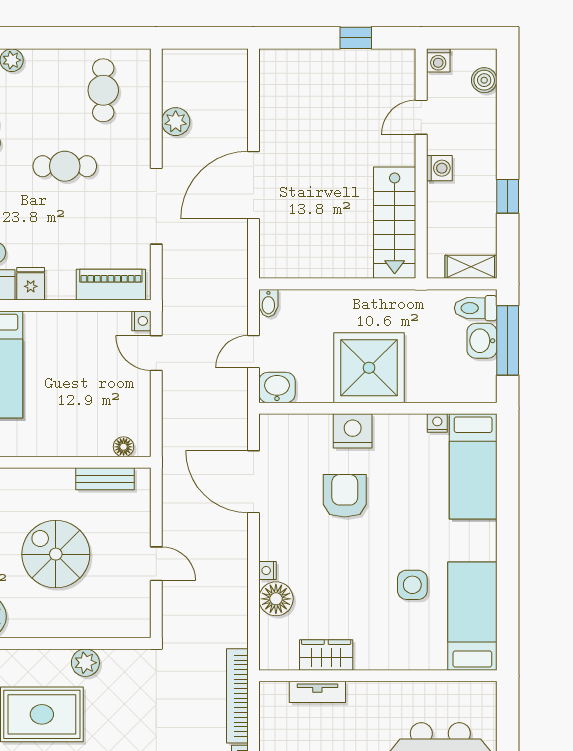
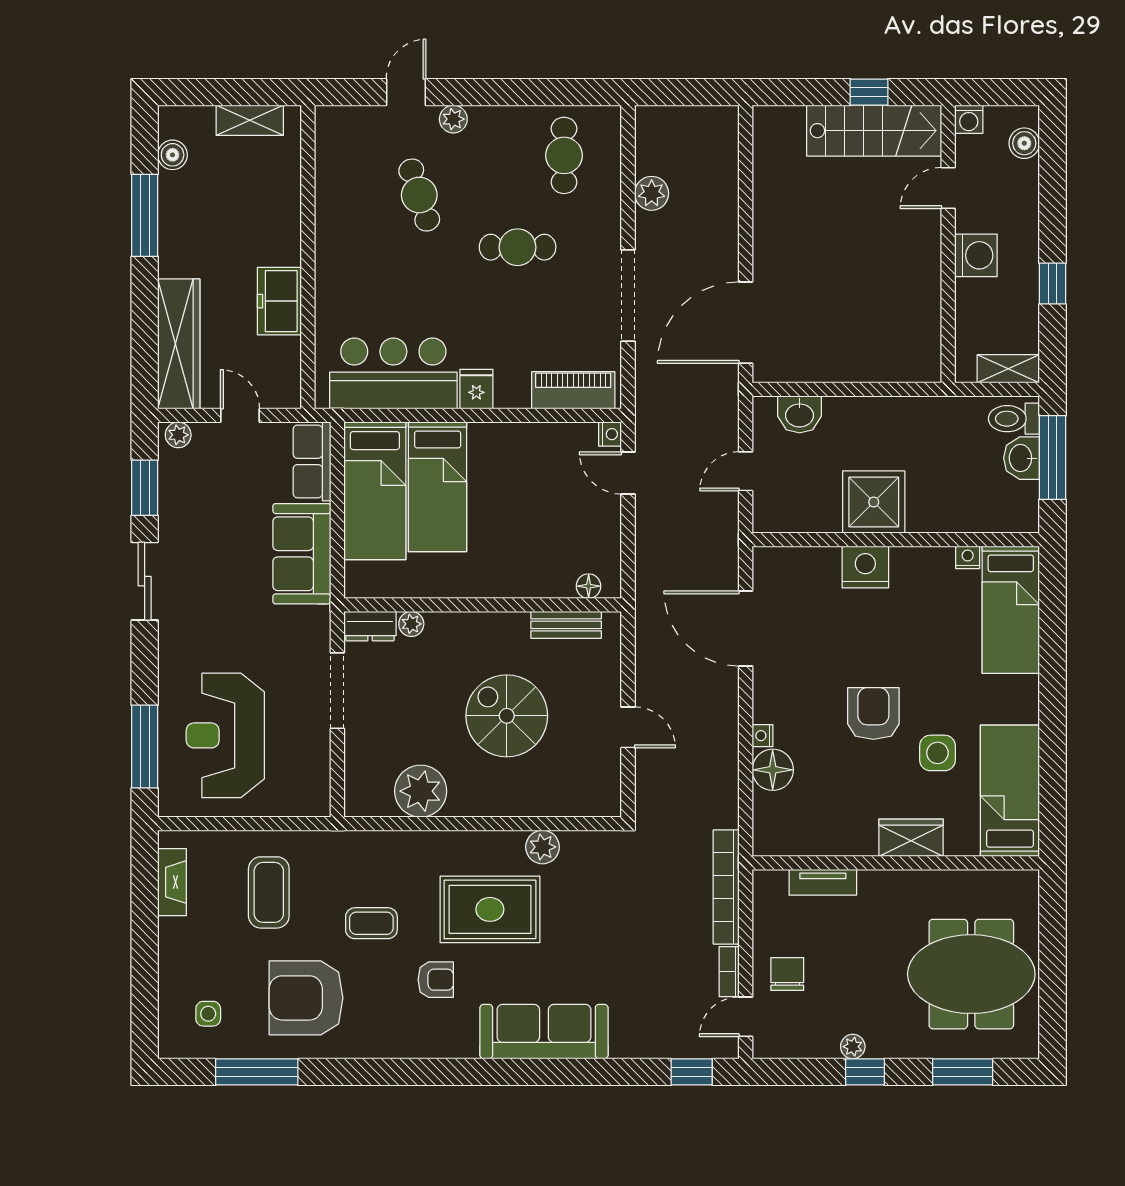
washing machine: (439, 168) -> (976, 255), width x1.38, depth x1.38
door: (253, 185) -> (746, 323), moved
stairs: (395, 223) -> (874, 131), moved, turned -90
bidet: (268, 303) -> (764, 413), removed
shower: (369, 368) -> (874, 502), width x0.73, depth x0.73
washbasin: (277, 388) -> (800, 414), moved, turned 180
armchair: (345, 496) -> (873, 713), moved
wardrobe: (326, 655) -> (911, 838), moved

